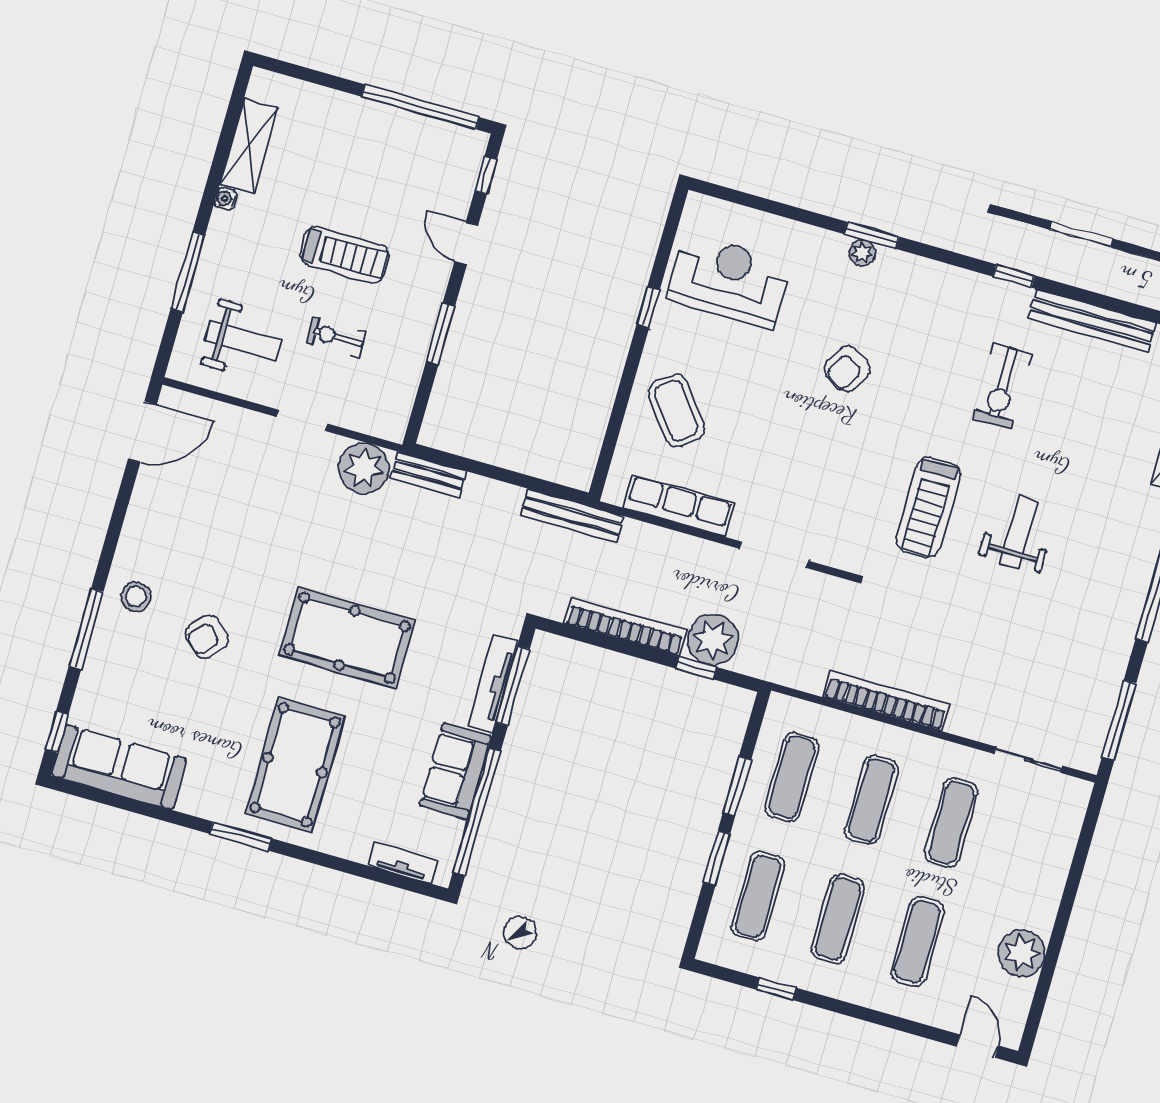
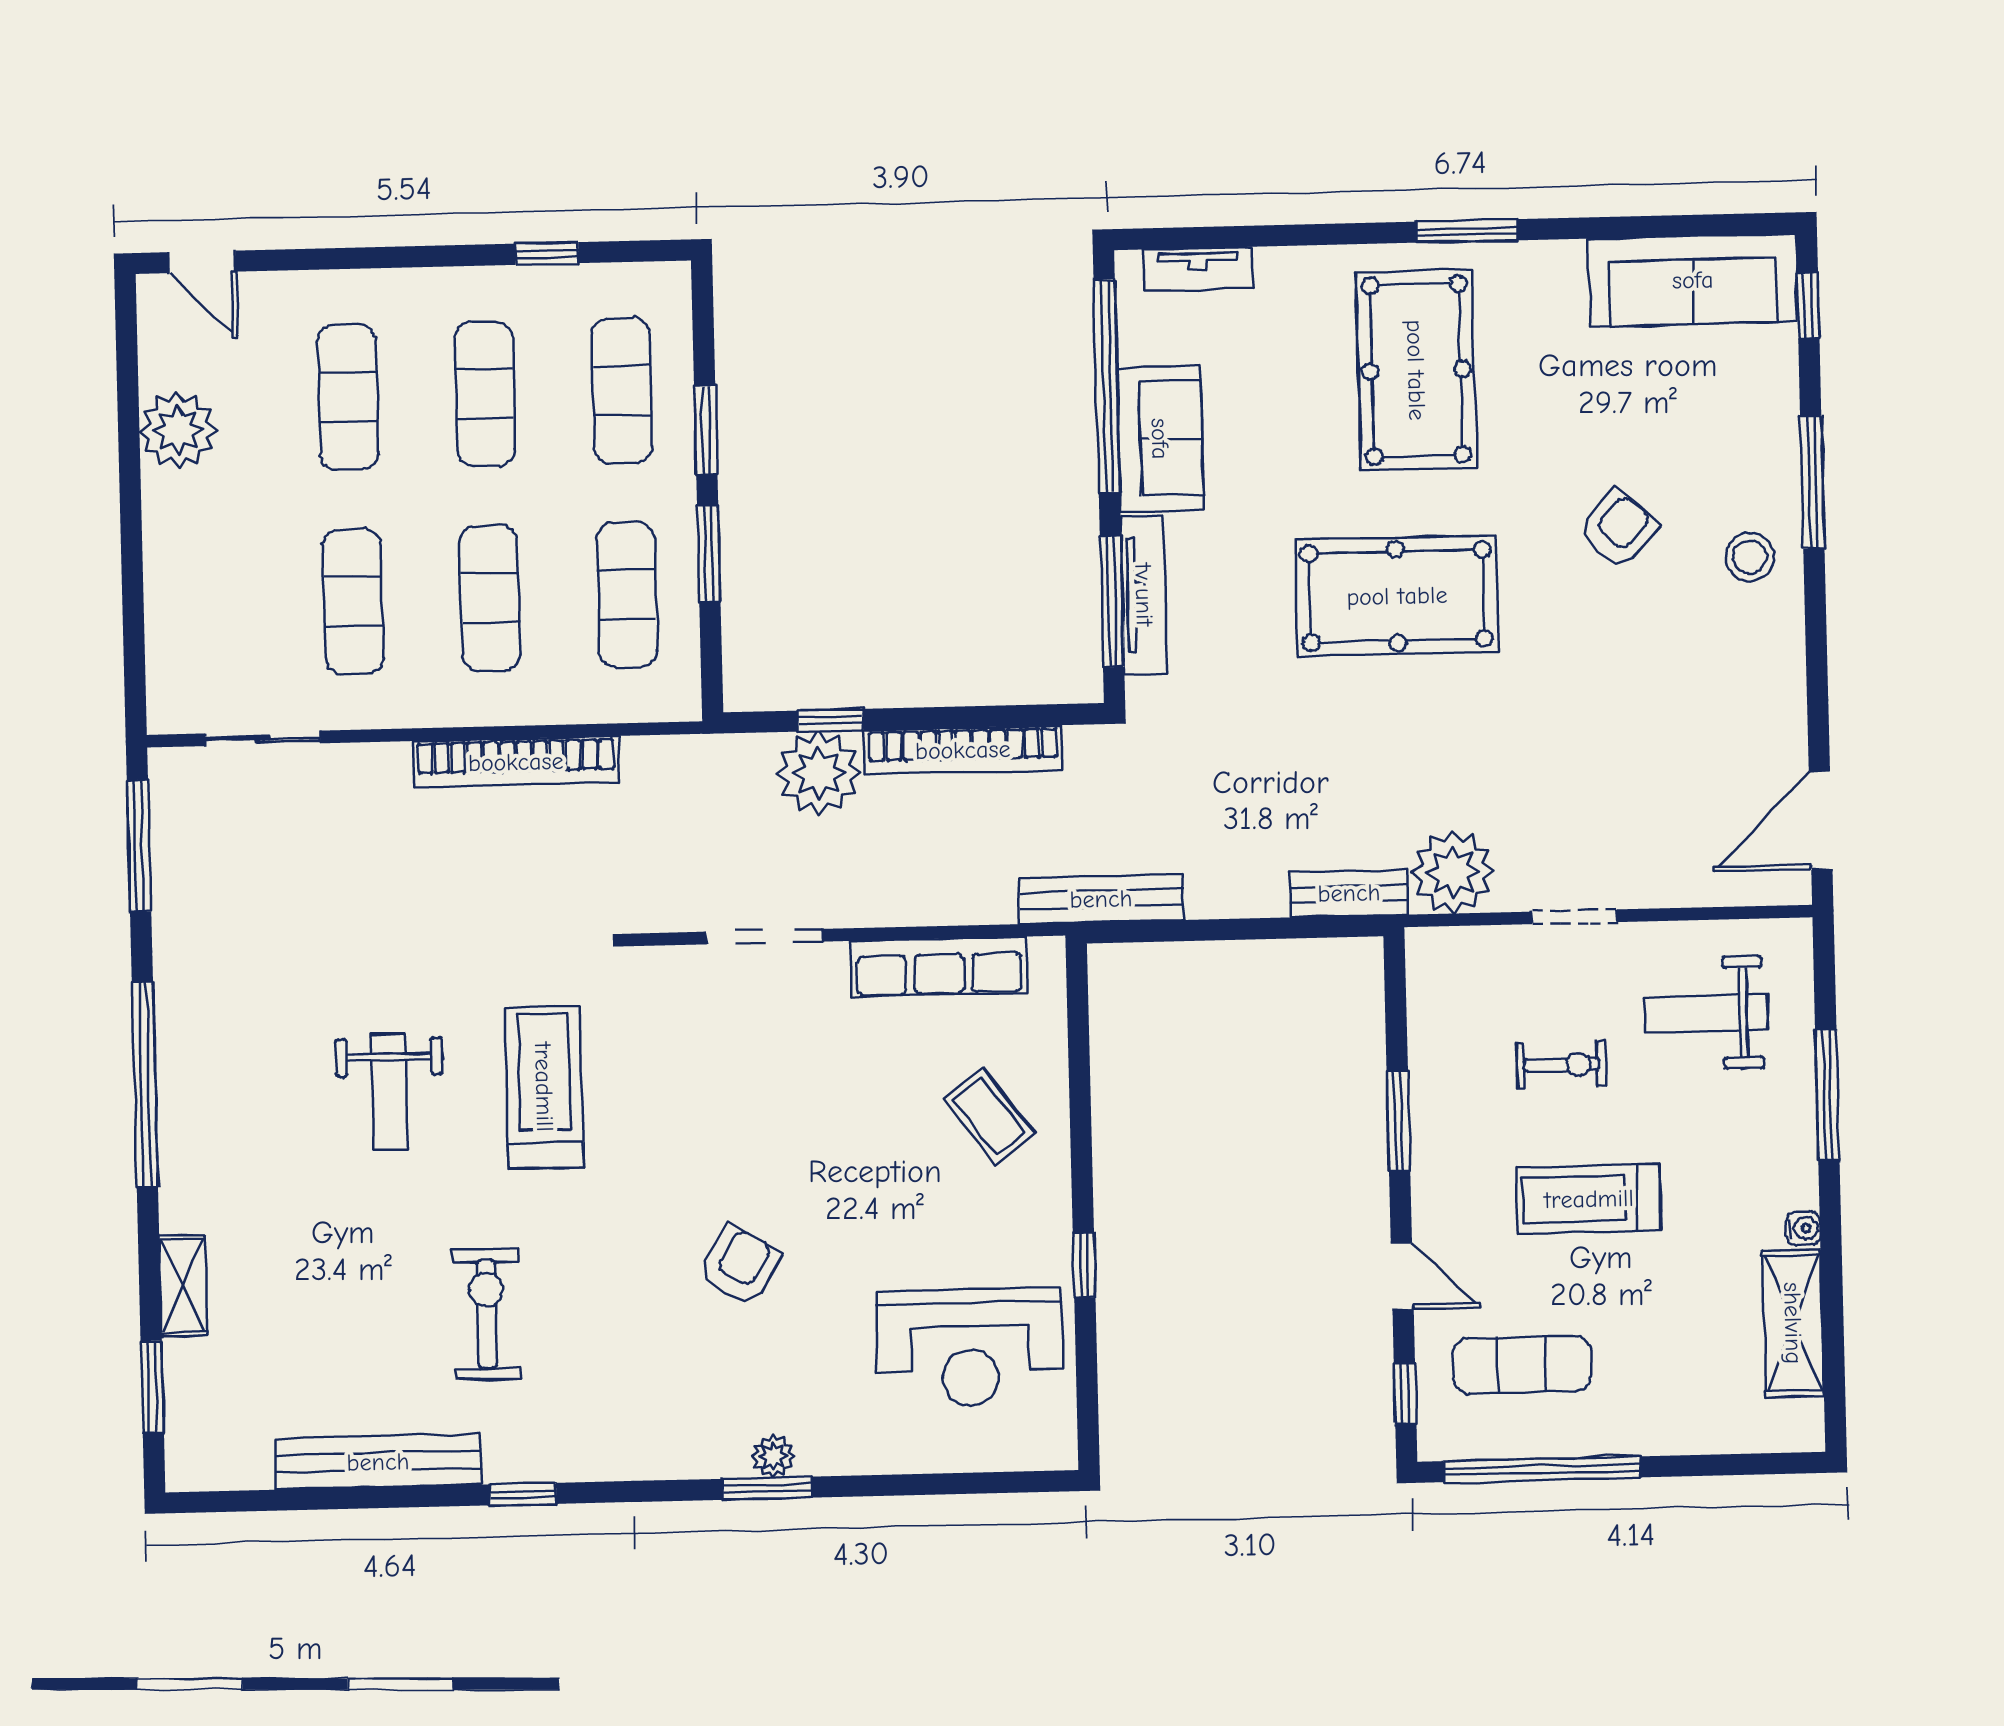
exercise mat: (413, 171) -> (1522, 1365), added
coffee table: (676, 411) -> (989, 1116), width x0.73, depth x0.77

